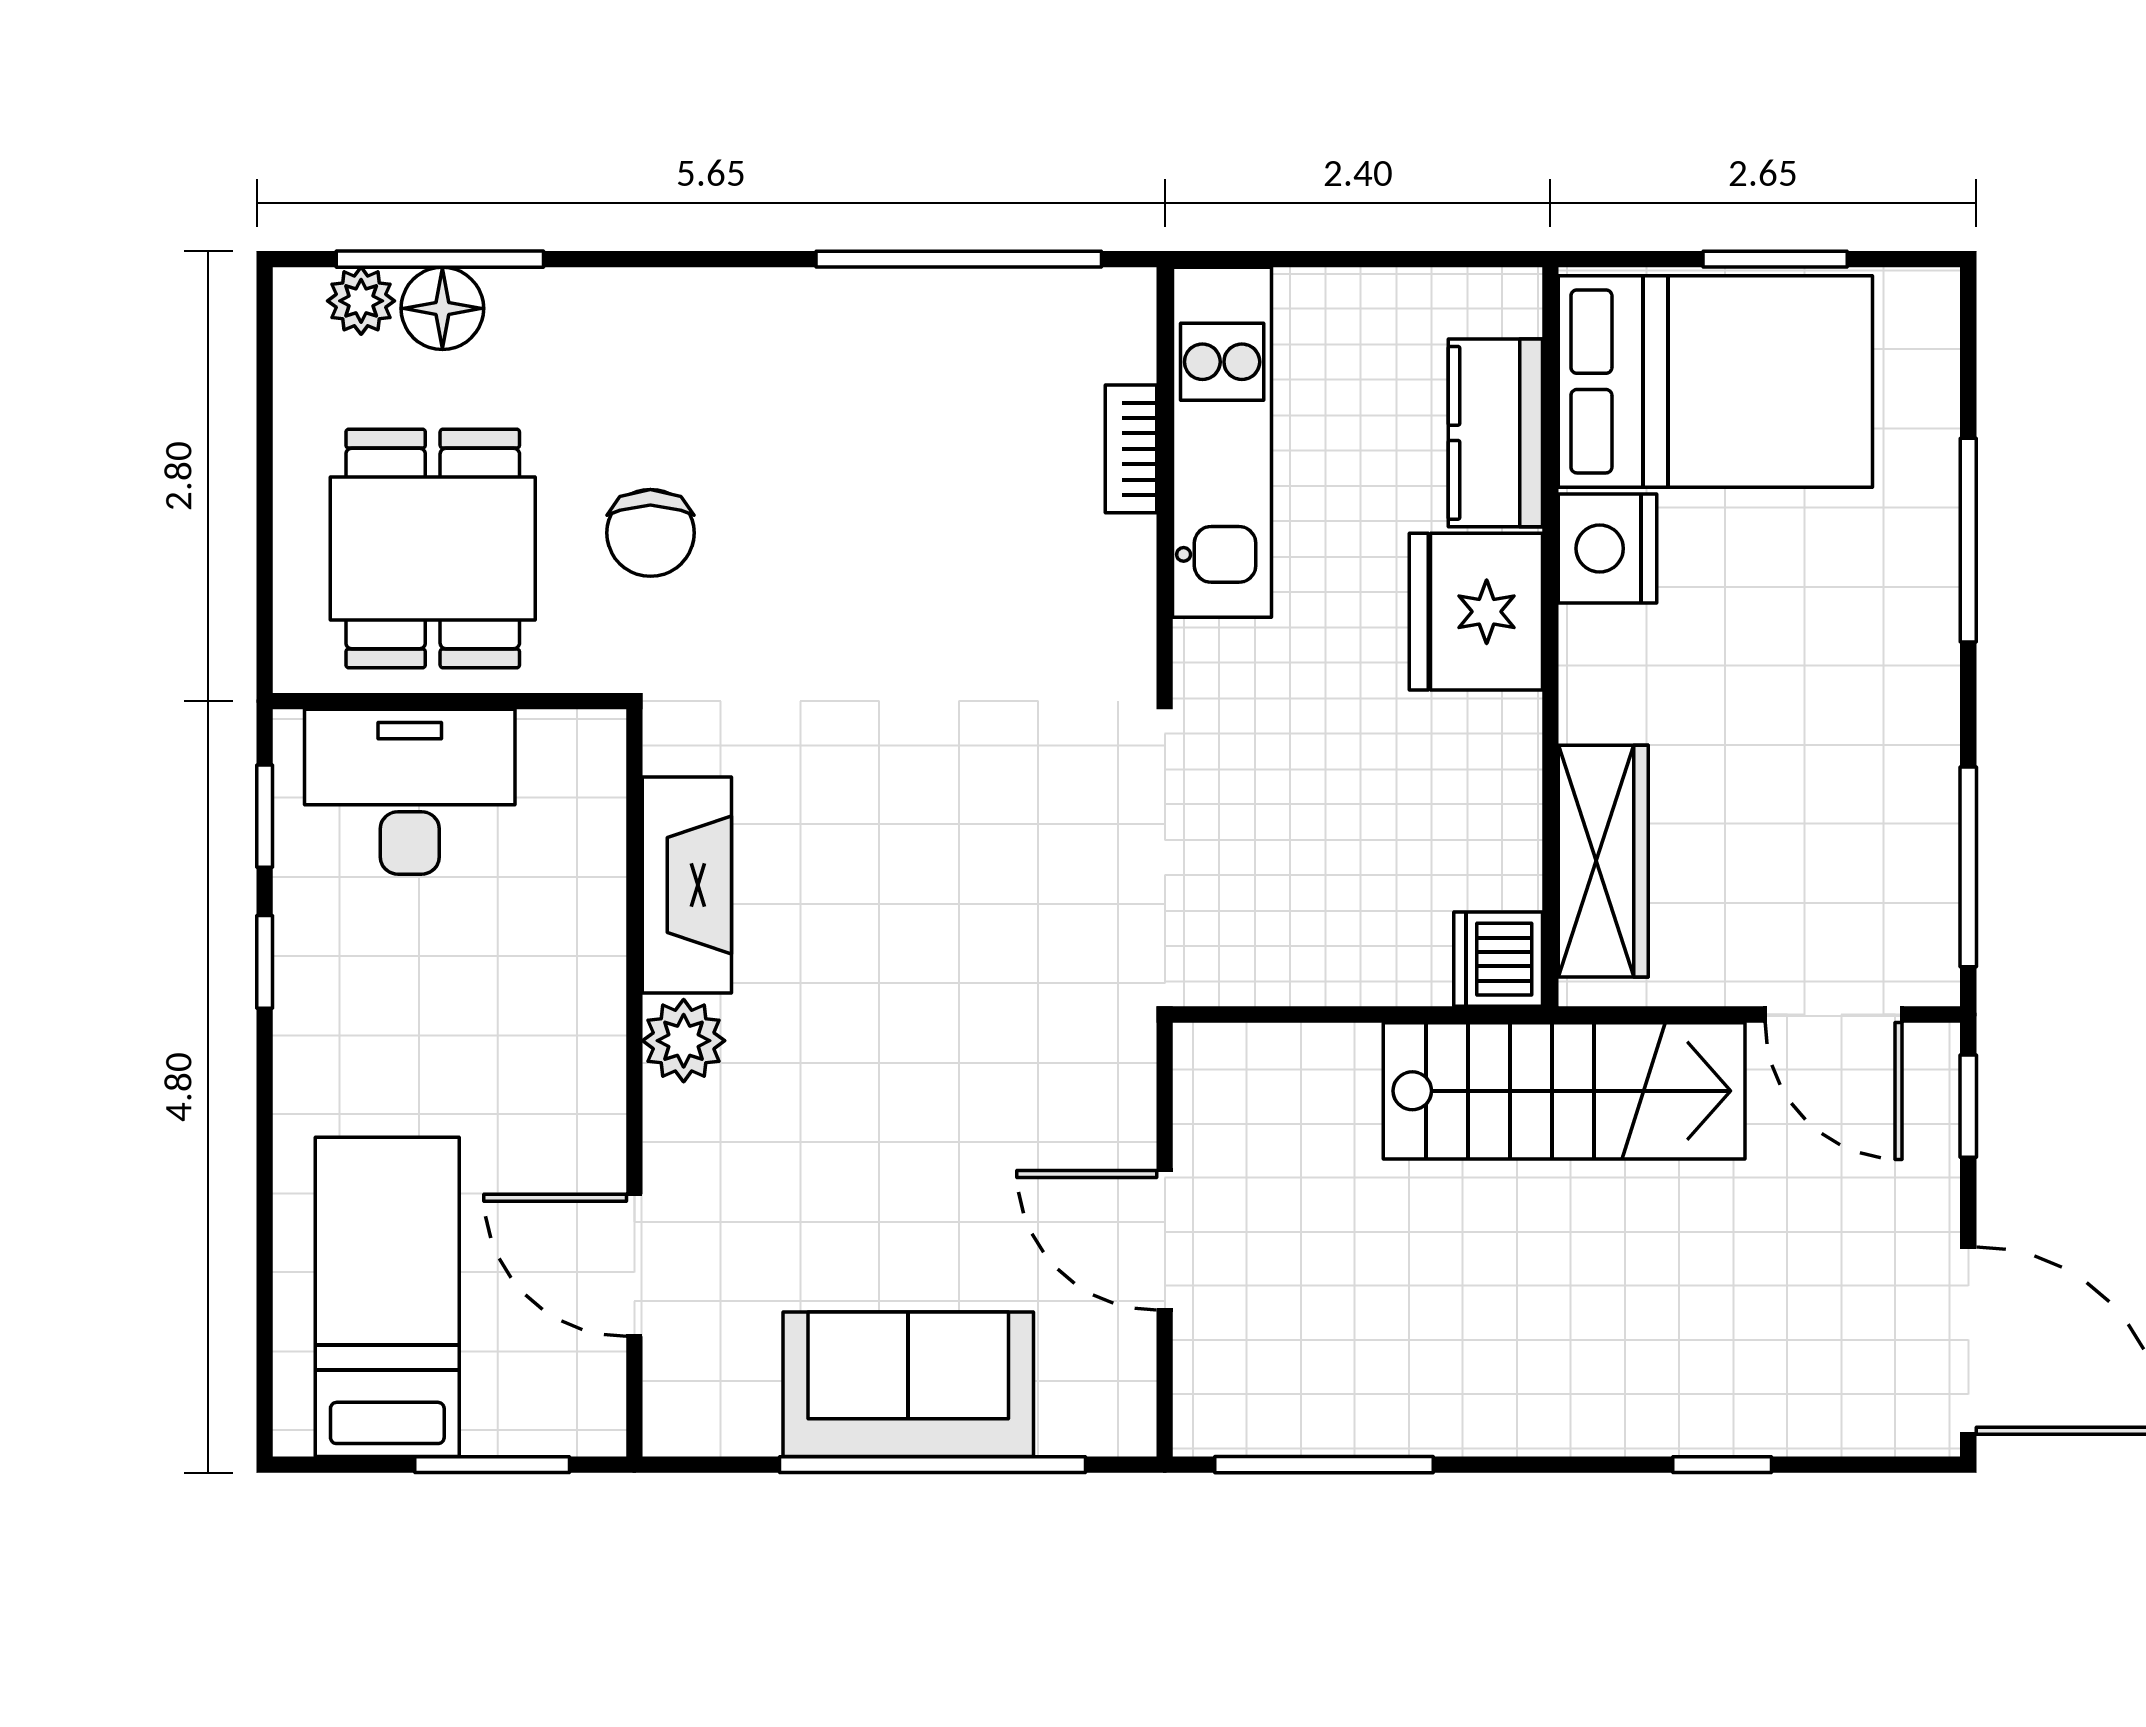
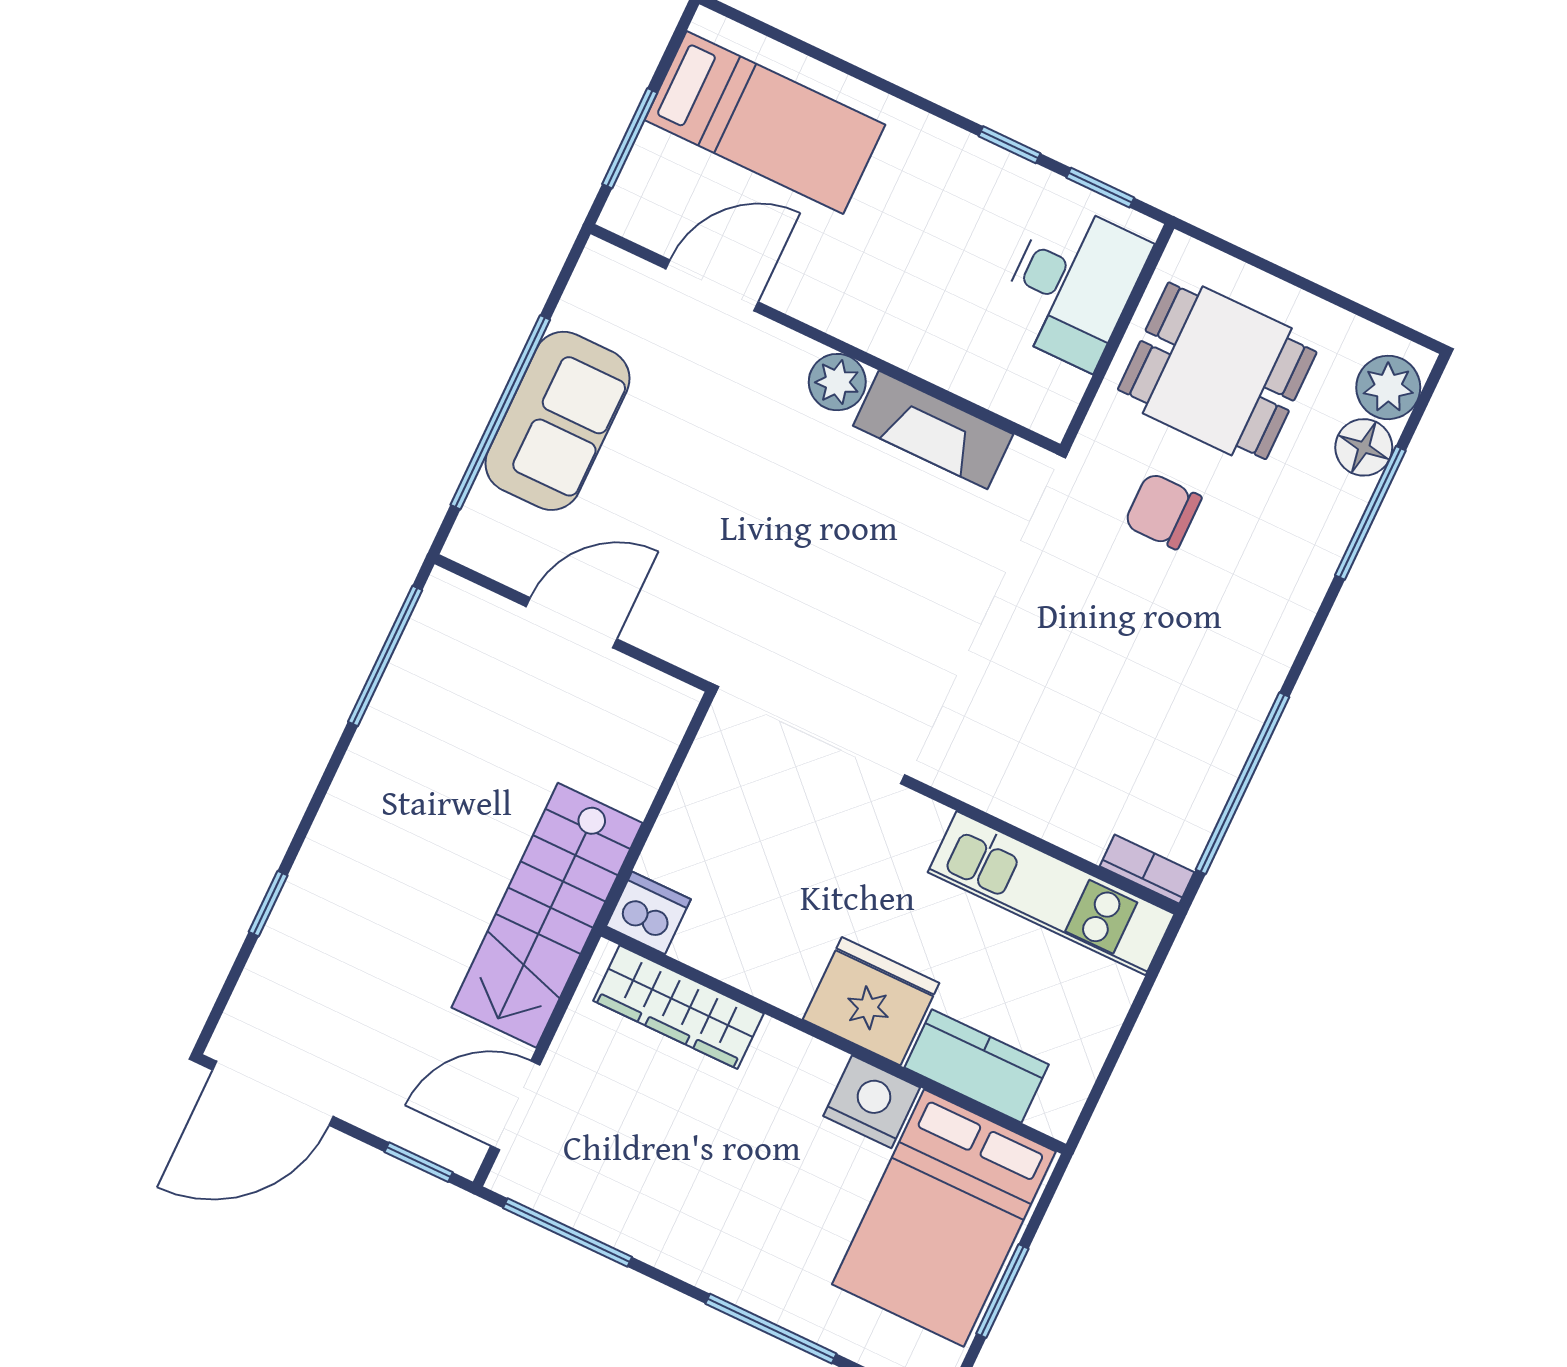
window: (440, 259) -> (1370, 513), moved
plant: (361, 301) -> (1388, 387), width x1.38, depth x1.38
bookcase: (1131, 449) -> (1147, 869), moved

